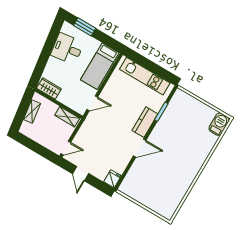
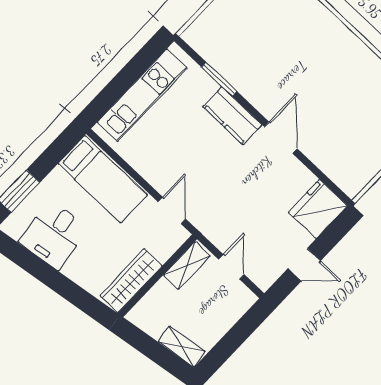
wardrobe: (49, 89) -> (131, 281), width x1.50
shelving: (32, 112) -> (182, 346), moved
door: (66, 148) -> (231, 267), moved
fridge: (113, 179) -> (318, 209), width x1.88, depth x1.34

